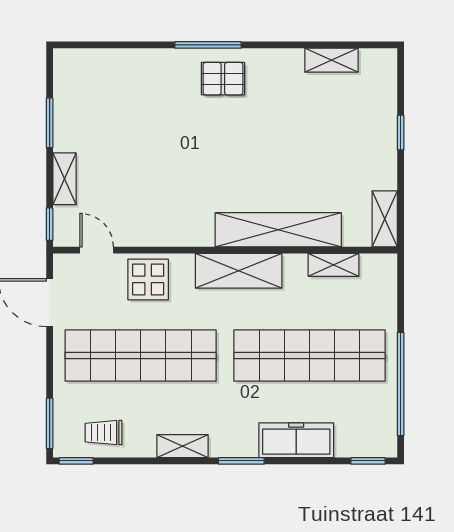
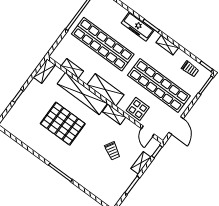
shelving: (331, 60) -> (114, 114), moved
pallet: (223, 79) -> (63, 124), moved, width x2.05, depth x2.00
trolley: (137, 161) -> (112, 151), added
freezer: (296, 440) -> (138, 26), moved

